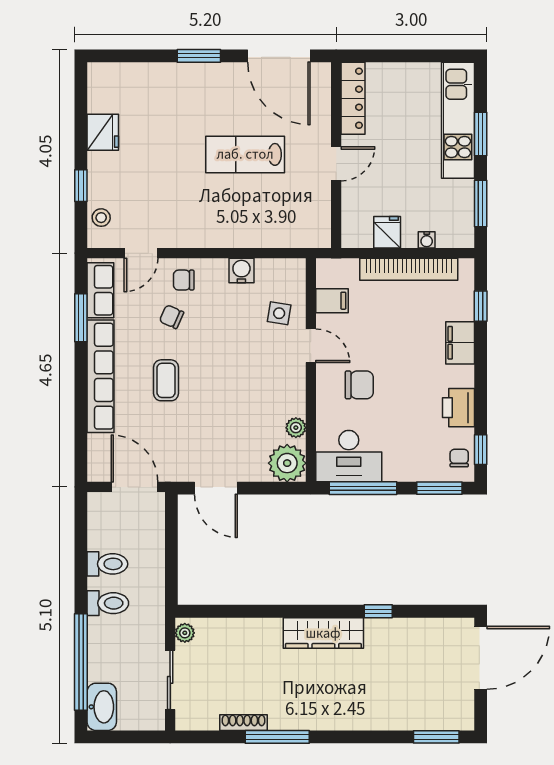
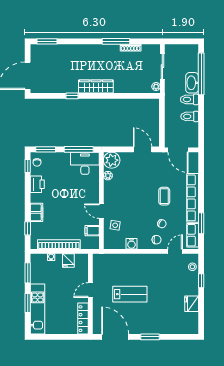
chair: (359, 385) -> (80, 194), removed
washbasin: (102, 707) -> (192, 83), moved

